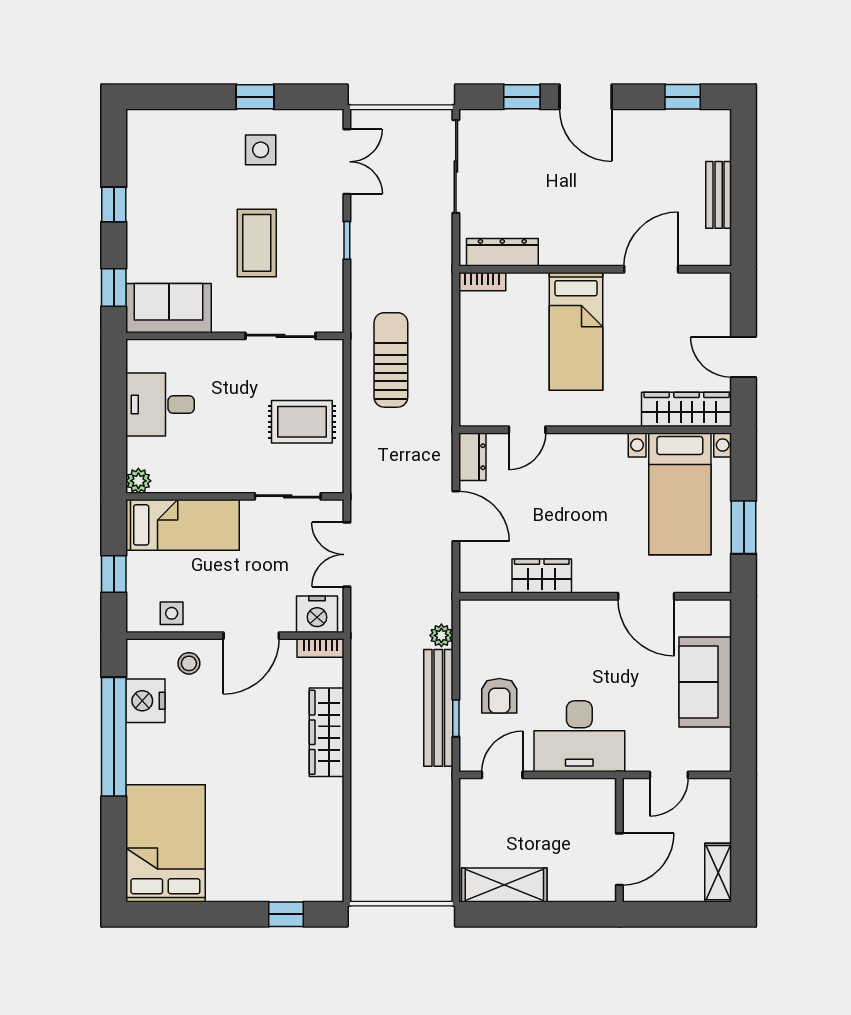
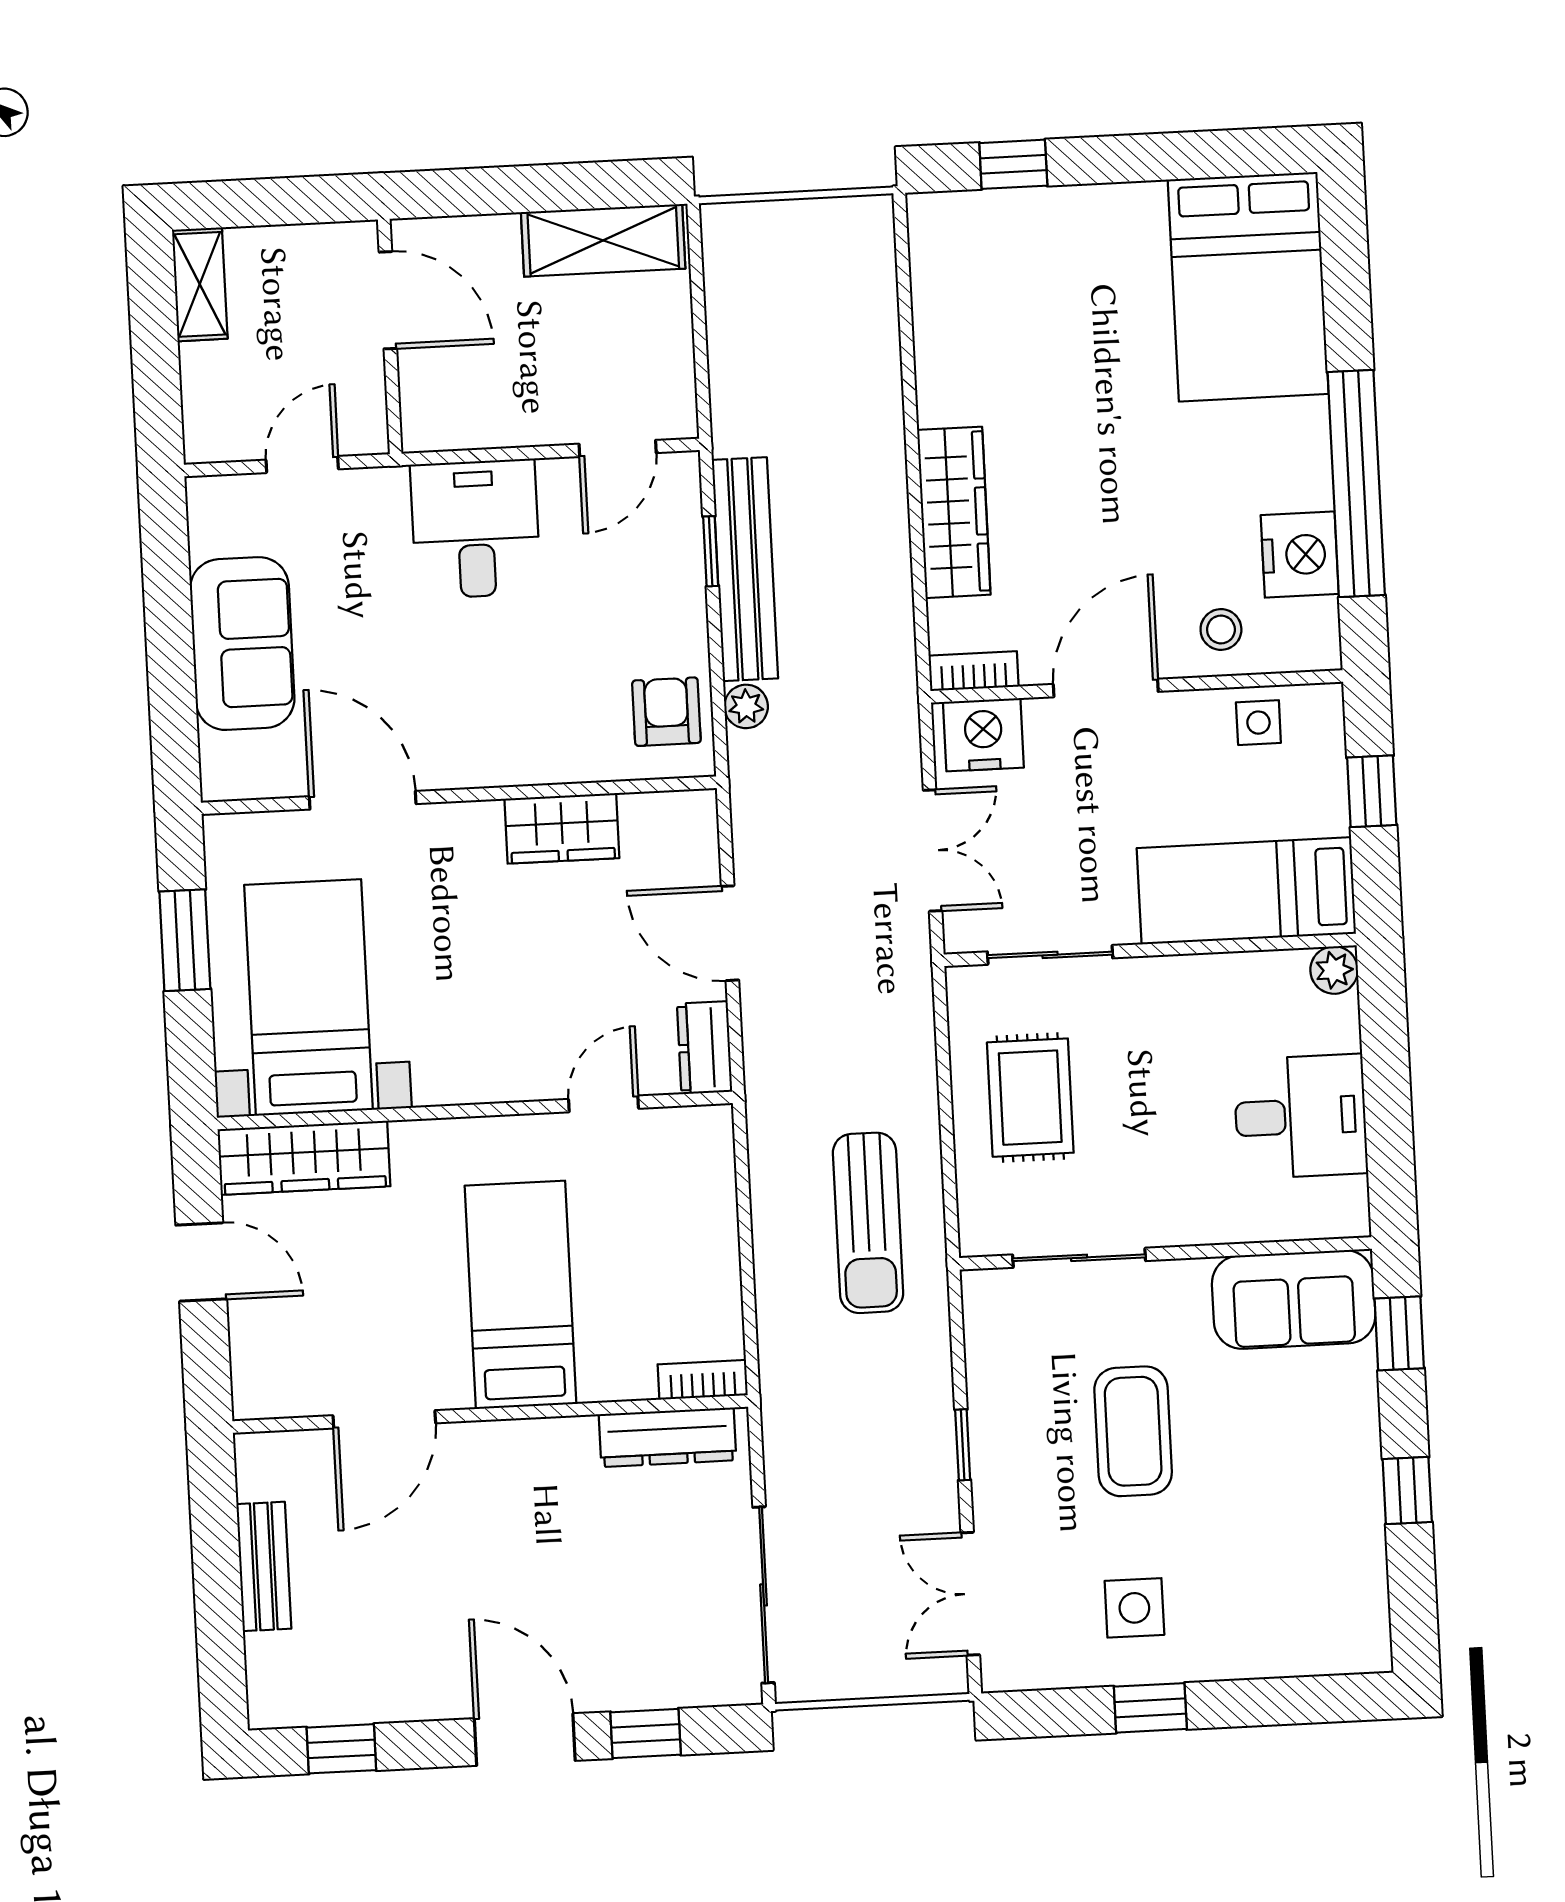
rug: (302, 422) -> (1030, 1098), turned 90
armchair: (499, 696) -> (666, 712), moved
desk: (579, 736) -> (475, 529), width x0.73
door: (619, 859) -> (388, 300), swing flipped

